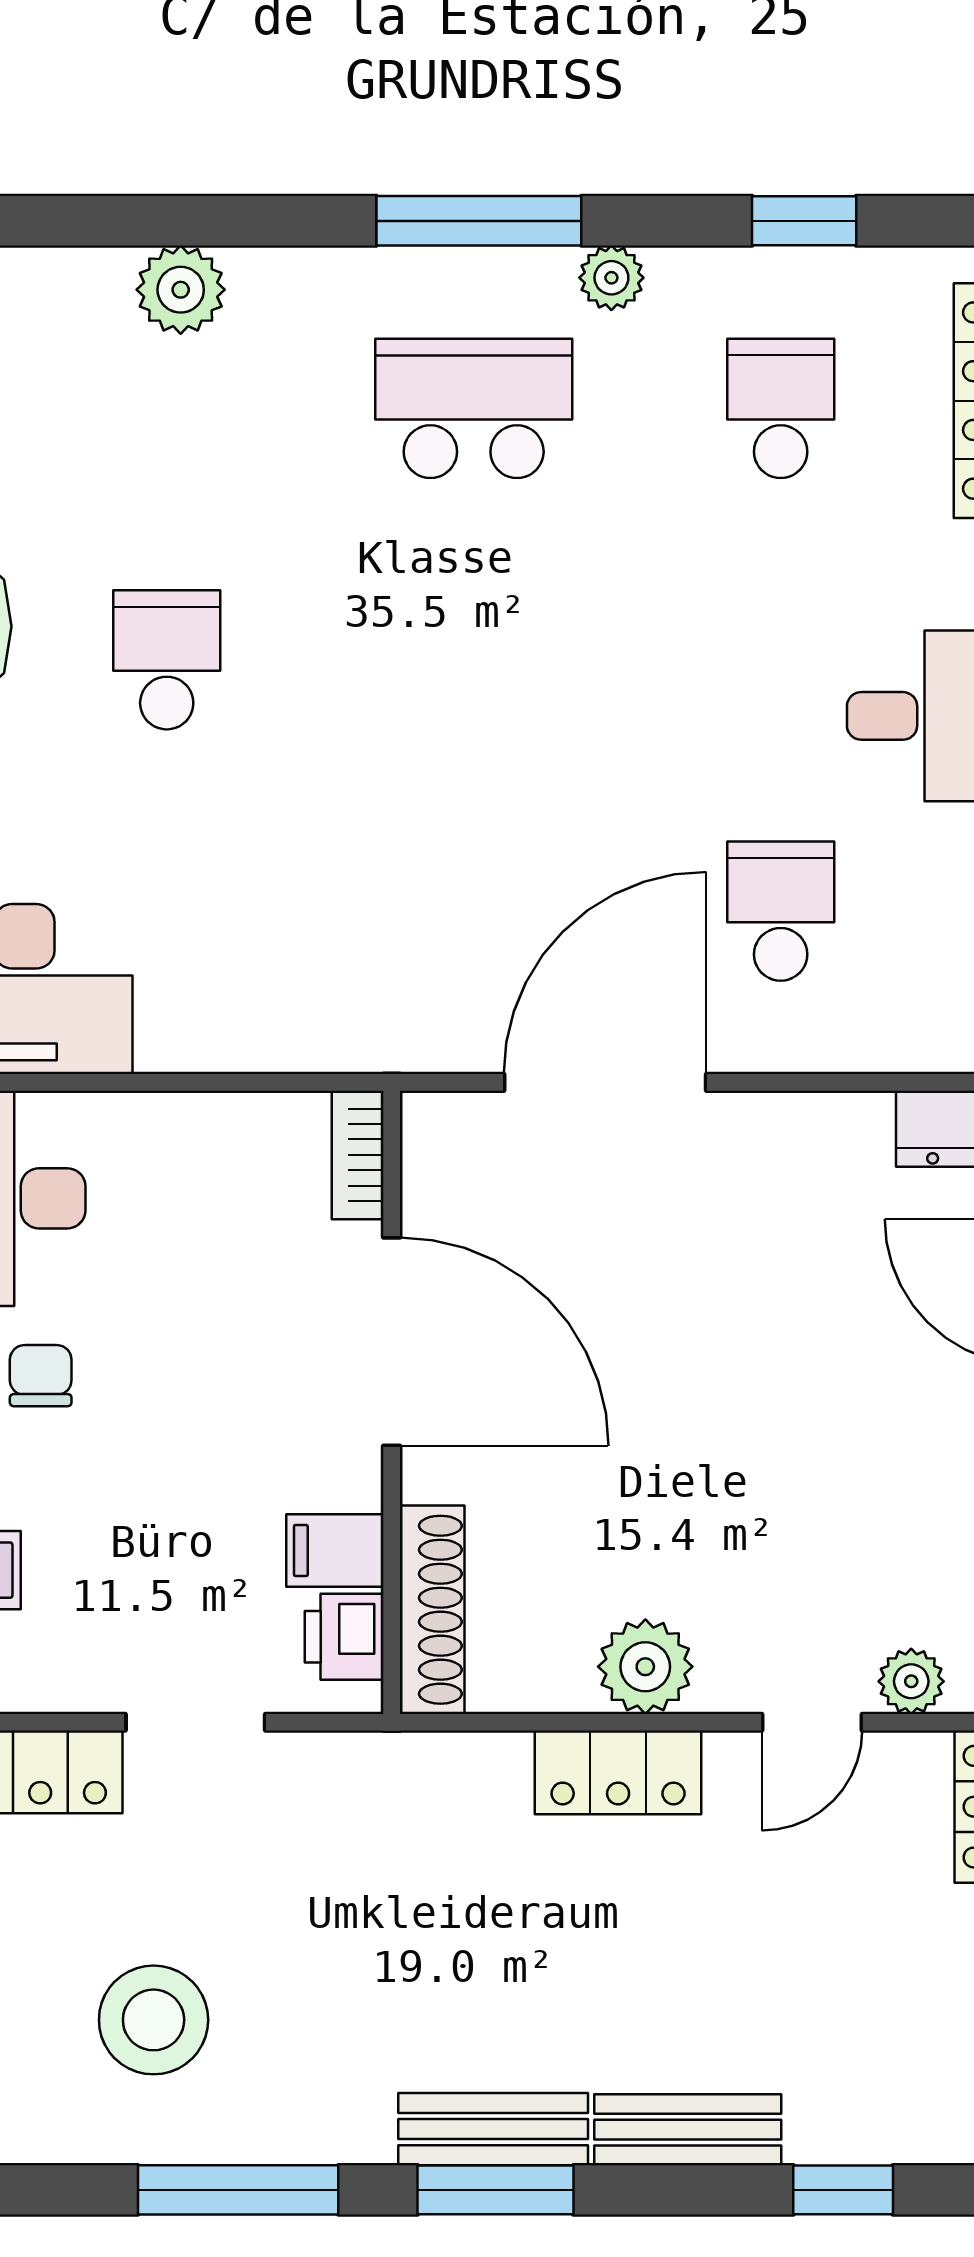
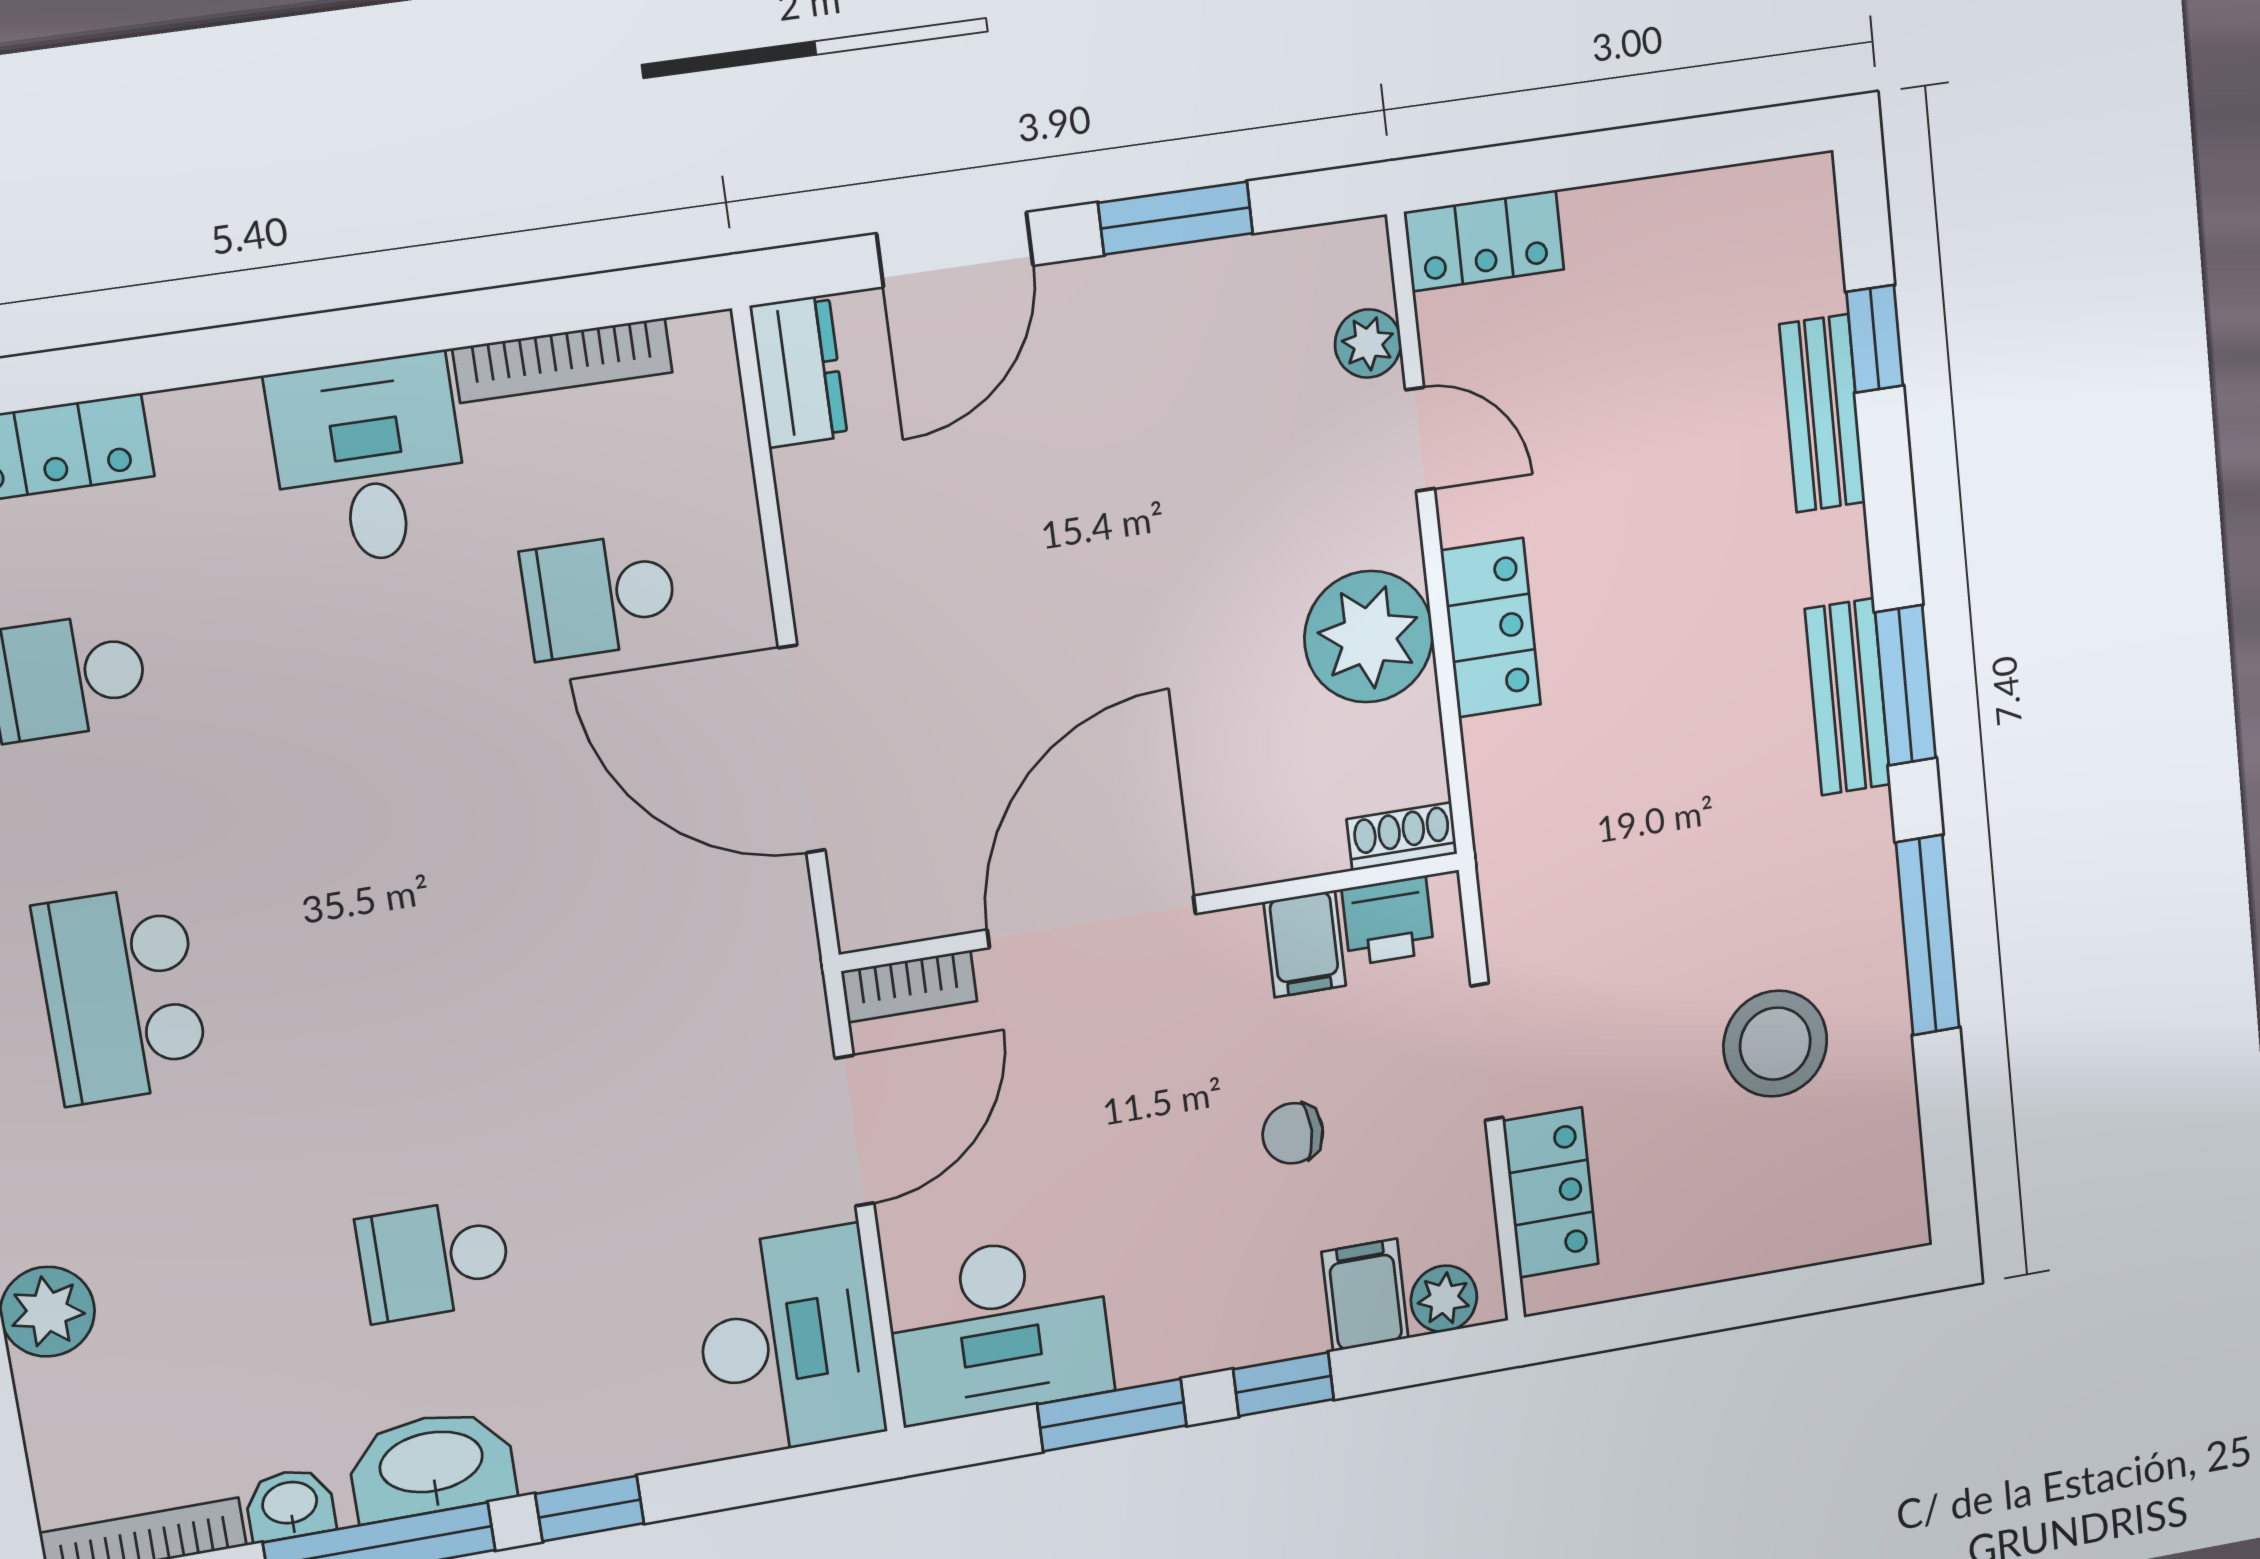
door: (224, 1082) -> (854, 1131), added
chair: (41, 1376) -> (1293, 1133), moved
shoe rack: (432, 1610) -> (1402, 836), width x0.51, depth x0.81
plant: (645, 1667) -> (1369, 637), width x1.36, depth x1.36
bench: (688, 2130) -> (1822, 413), moved

